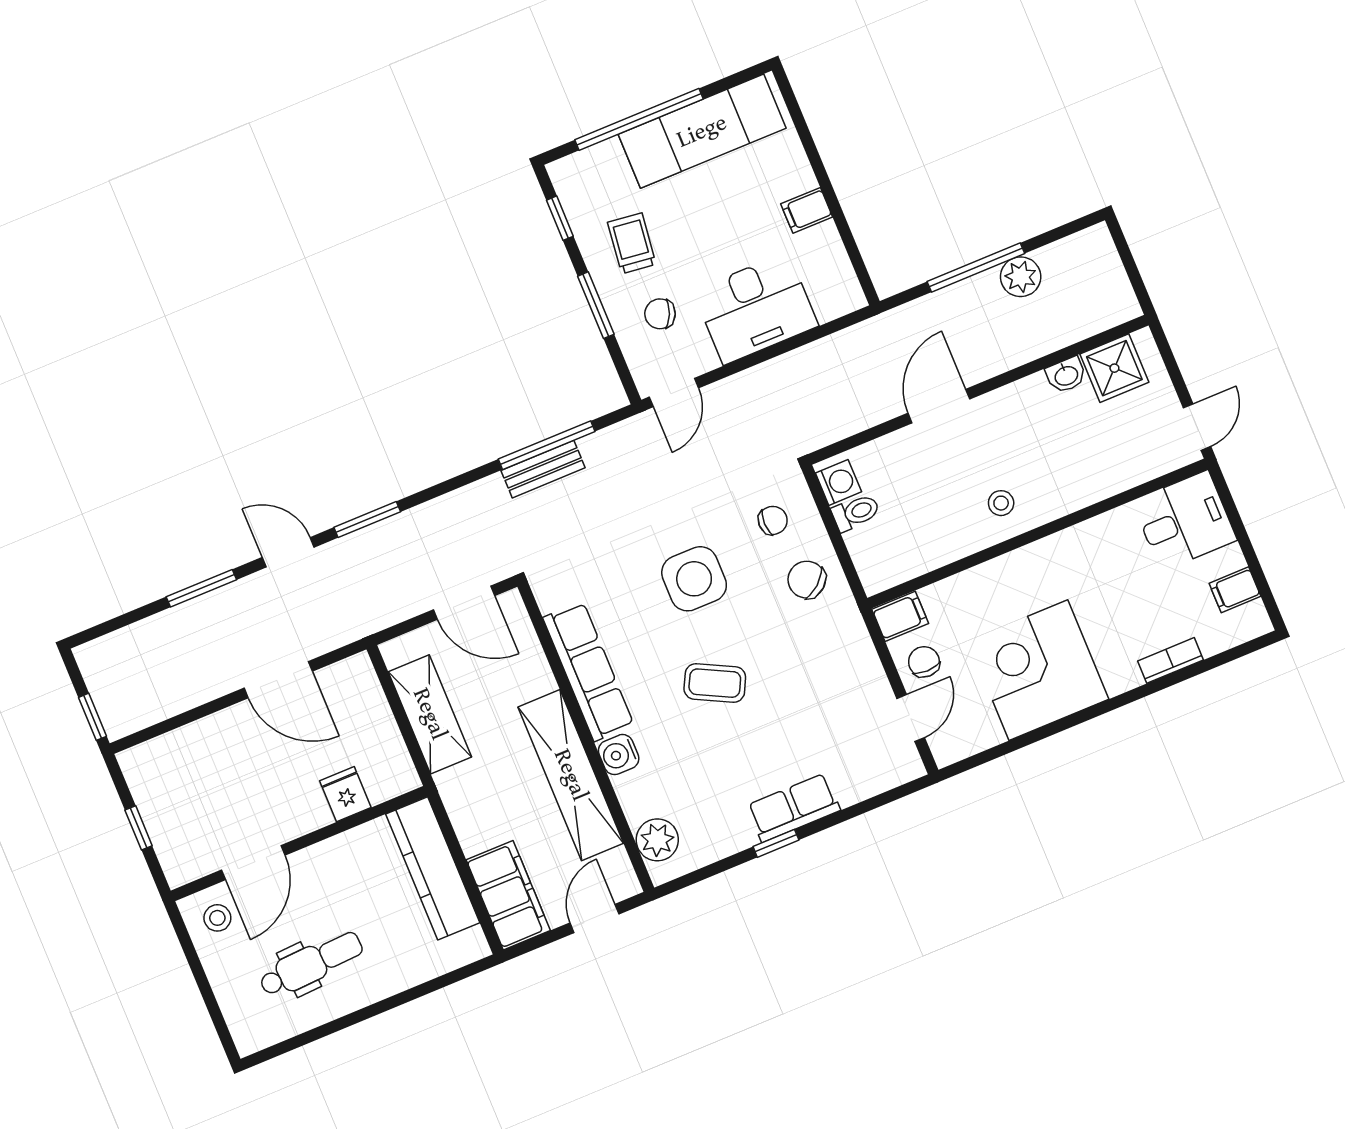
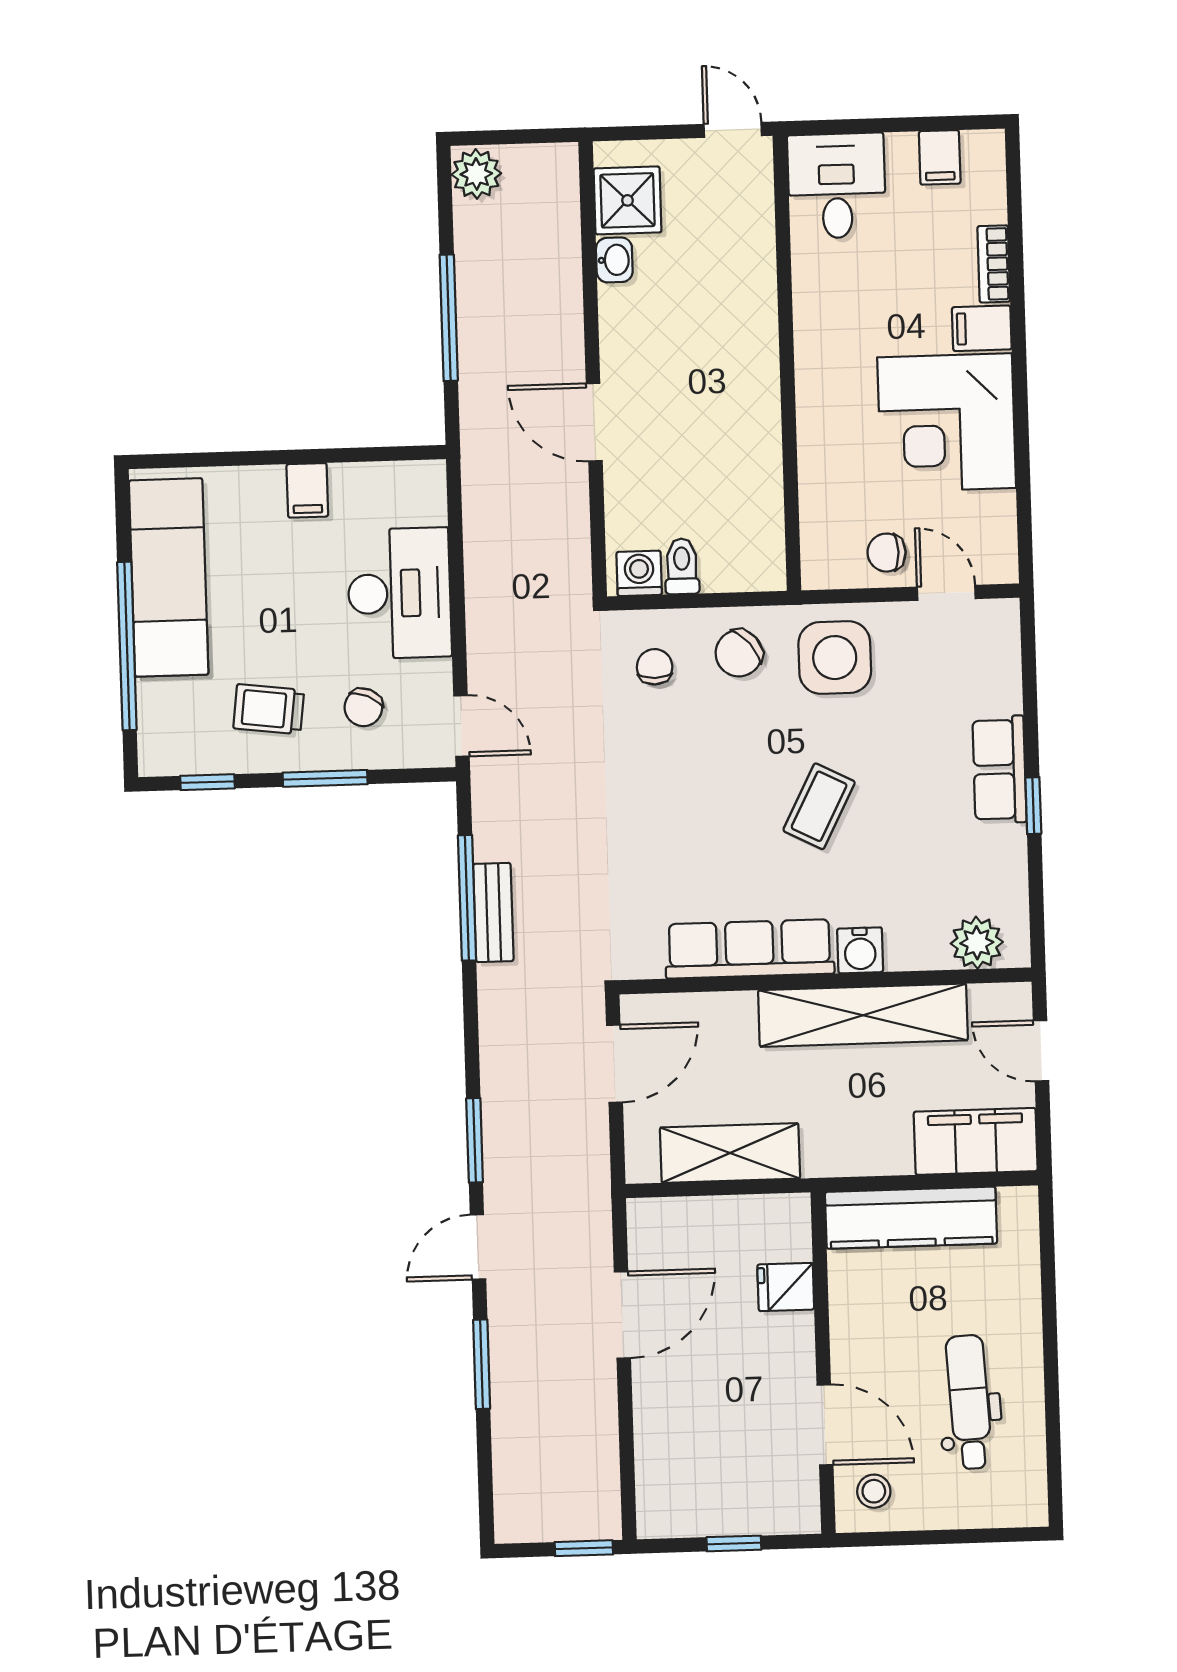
plant: (1021, 277) -> (476, 174), moved
stool: (1001, 503) -> (735, 392), removed
side table: (694, 579) -> (835, 658), moved
filing cabinet: (900, 616) -> (982, 328), moved, turned -90

